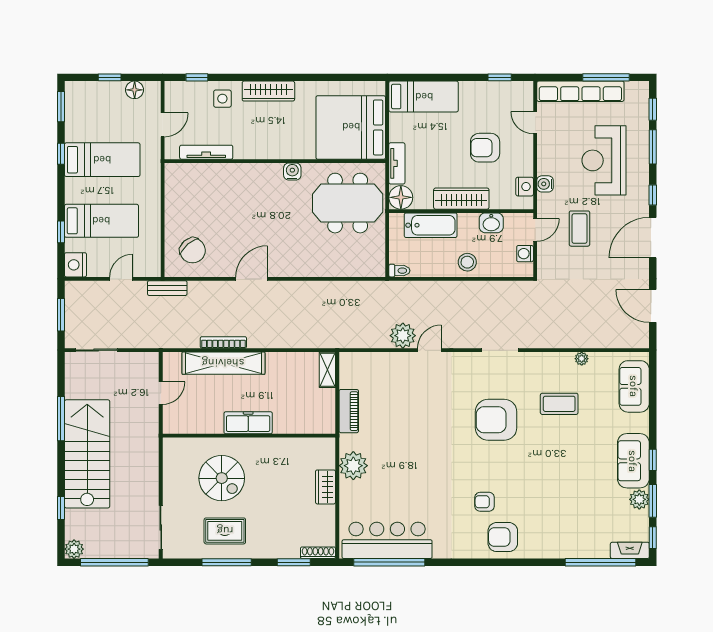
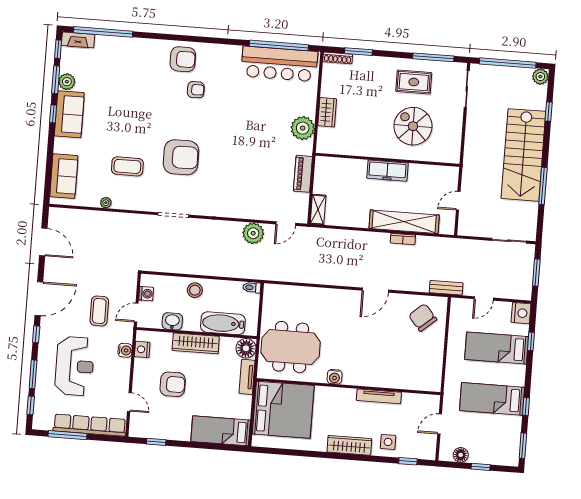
tv unit: (206, 152) -> (379, 396), moved
bookcase: (223, 342) -> (403, 239), width x0.64
door: (429, 350) -> (286, 224), moved
window: (227, 562) -> (433, 57), moved

